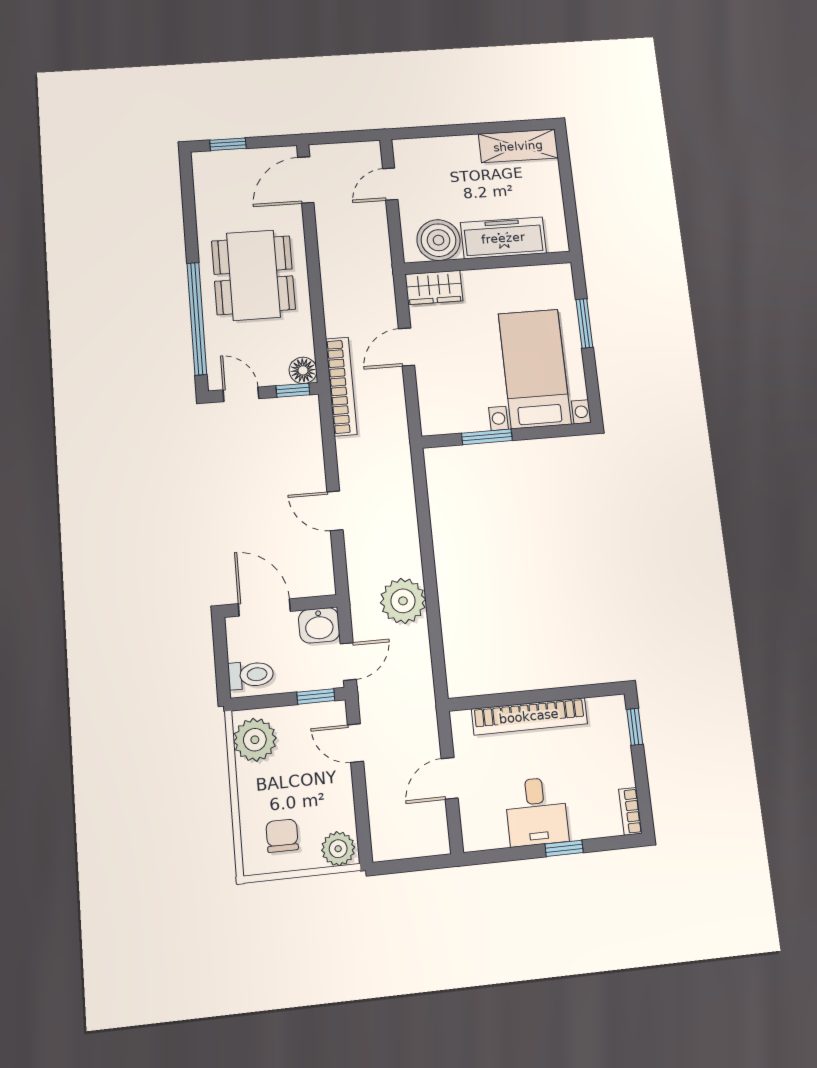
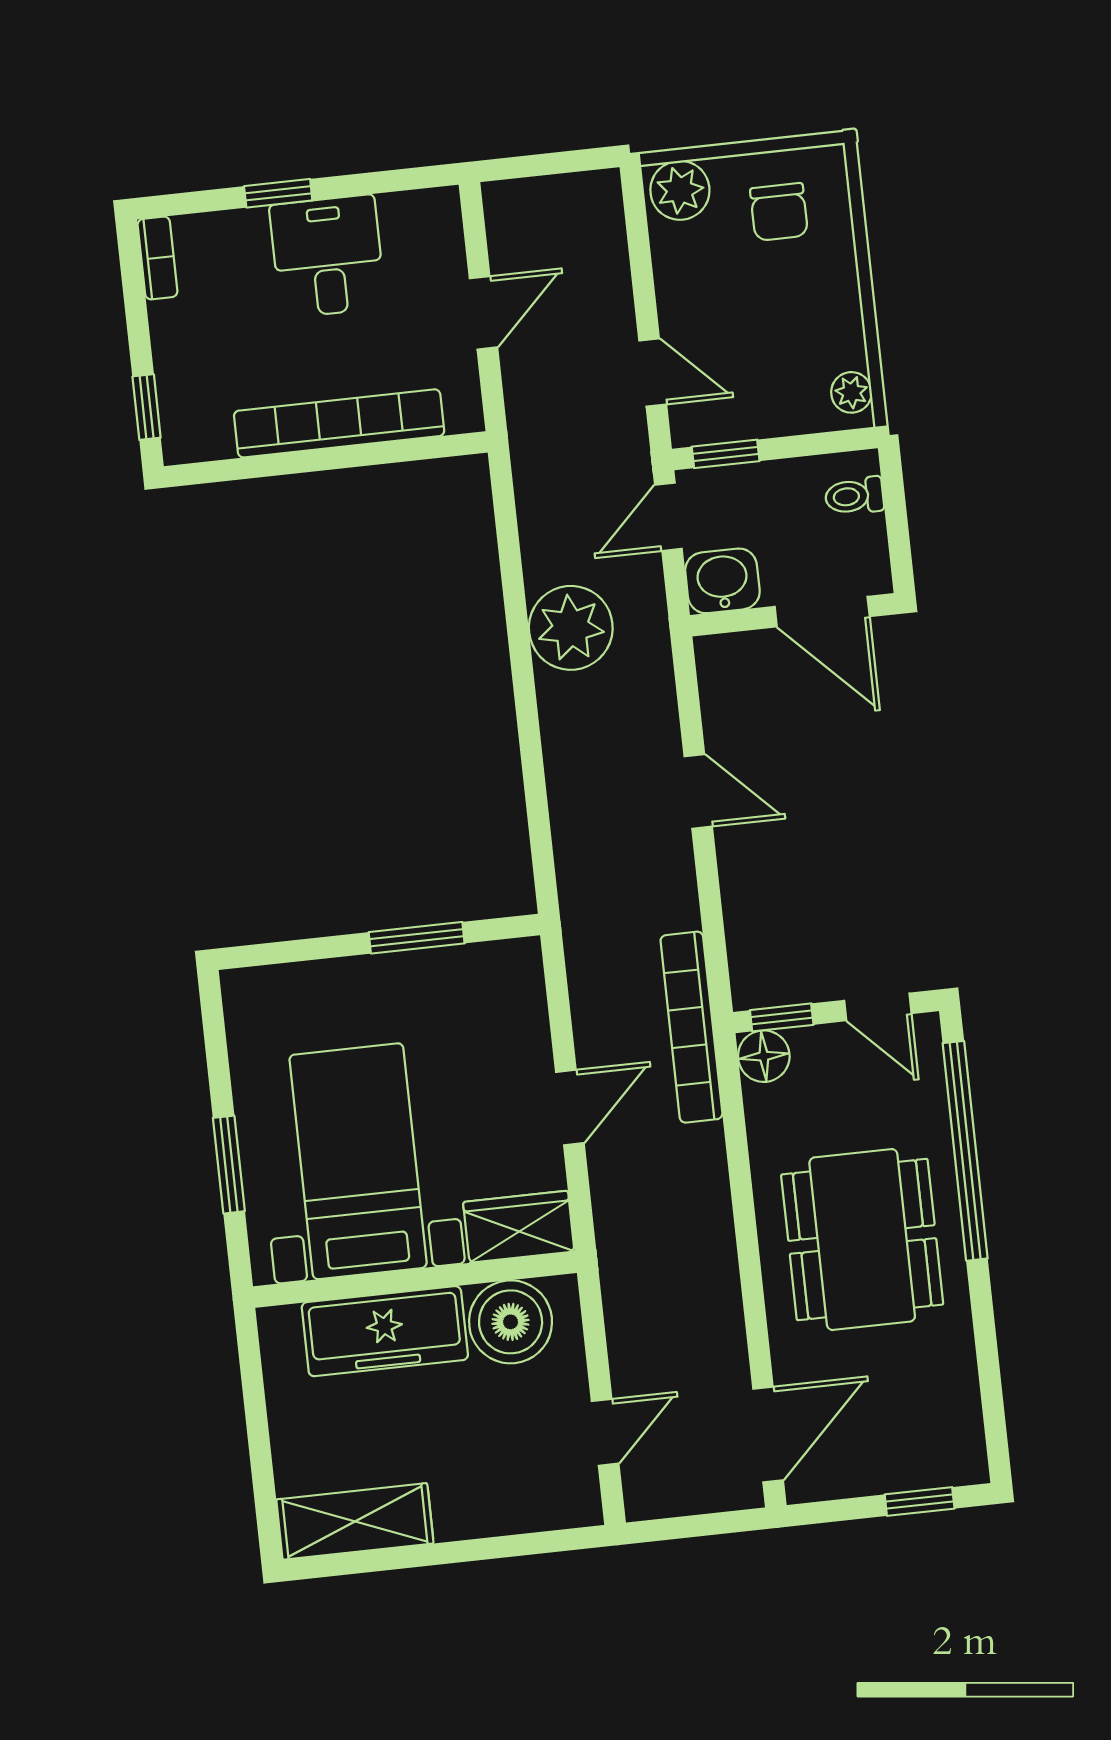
bed with nightstands: (535, 369) -> (358, 1161), moved, turned 180
toilet: (251, 675) -> (854, 496), width x0.73, depth x0.72
plant: (255, 740) -> (851, 392), width x0.53, depth x0.53

